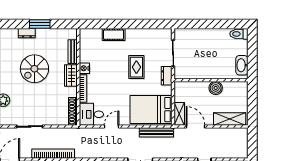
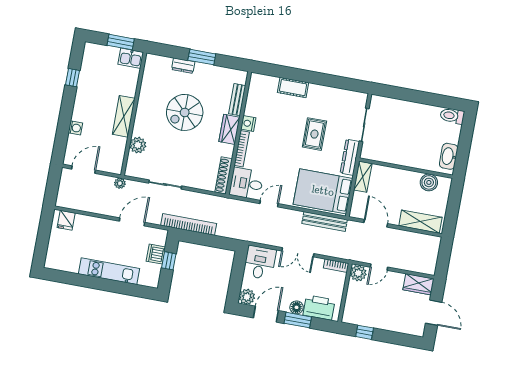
dresser: (167, 76) -> (350, 157), width x1.44
boiler: (216, 88) -> (429, 182), moved
shelving: (179, 114) -> (363, 177), moved

